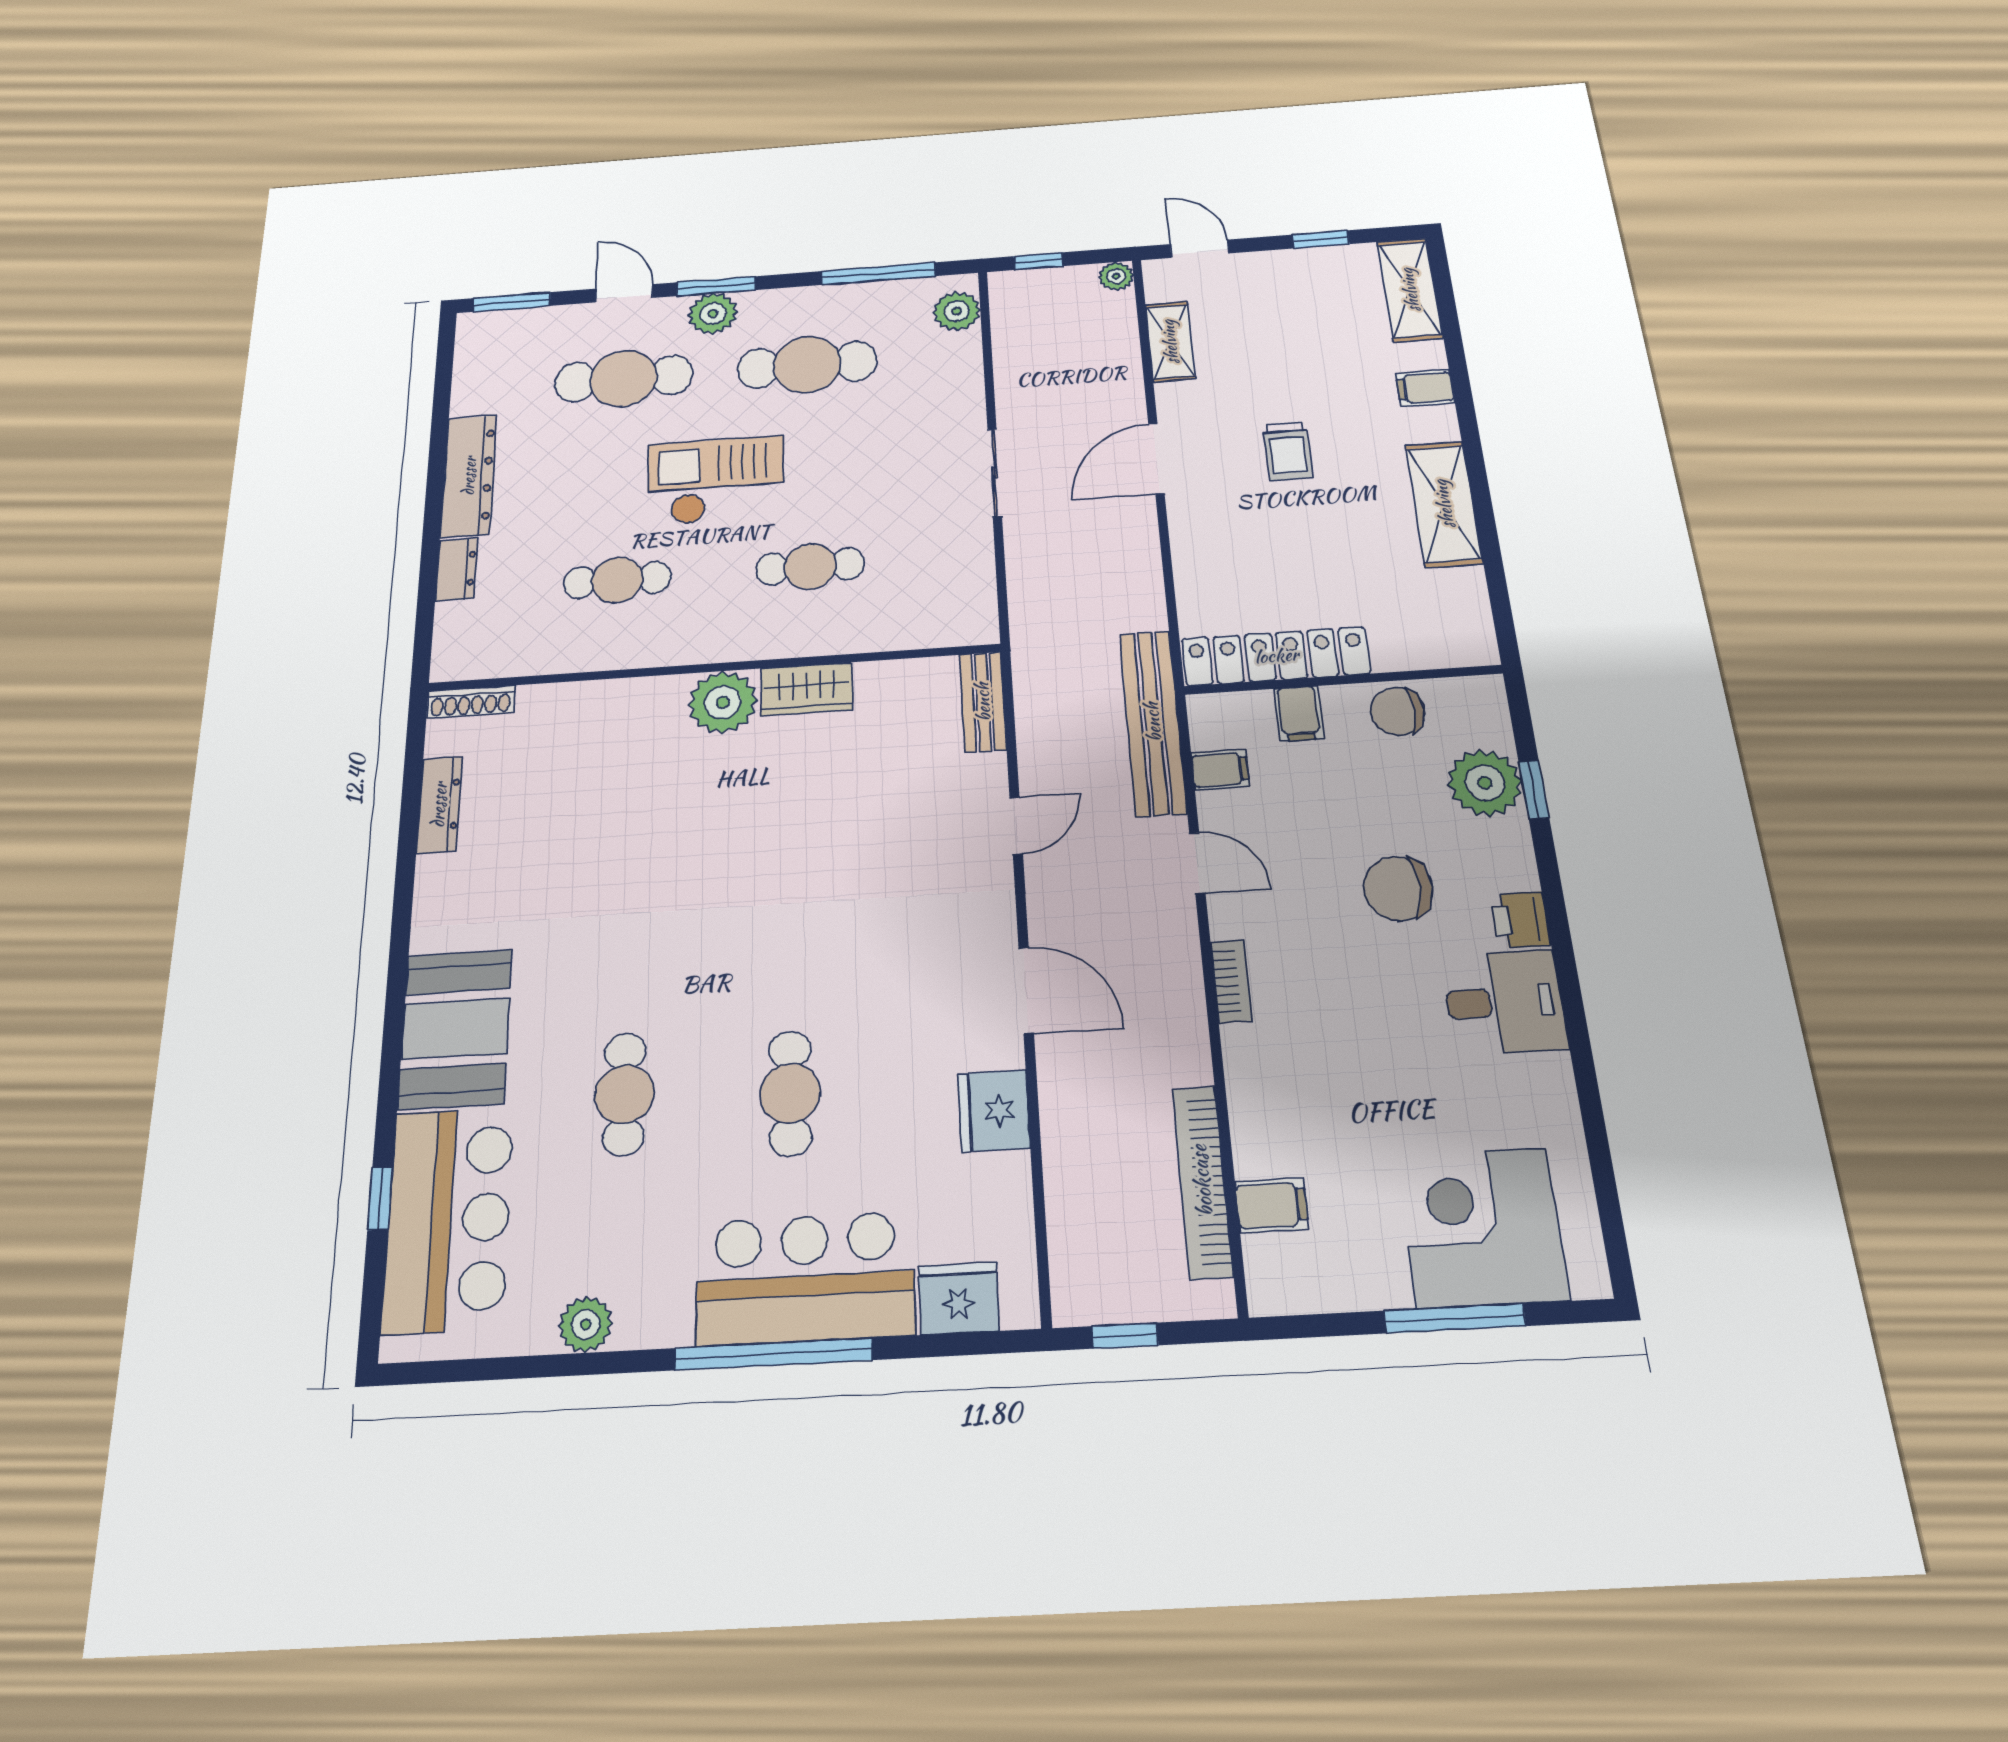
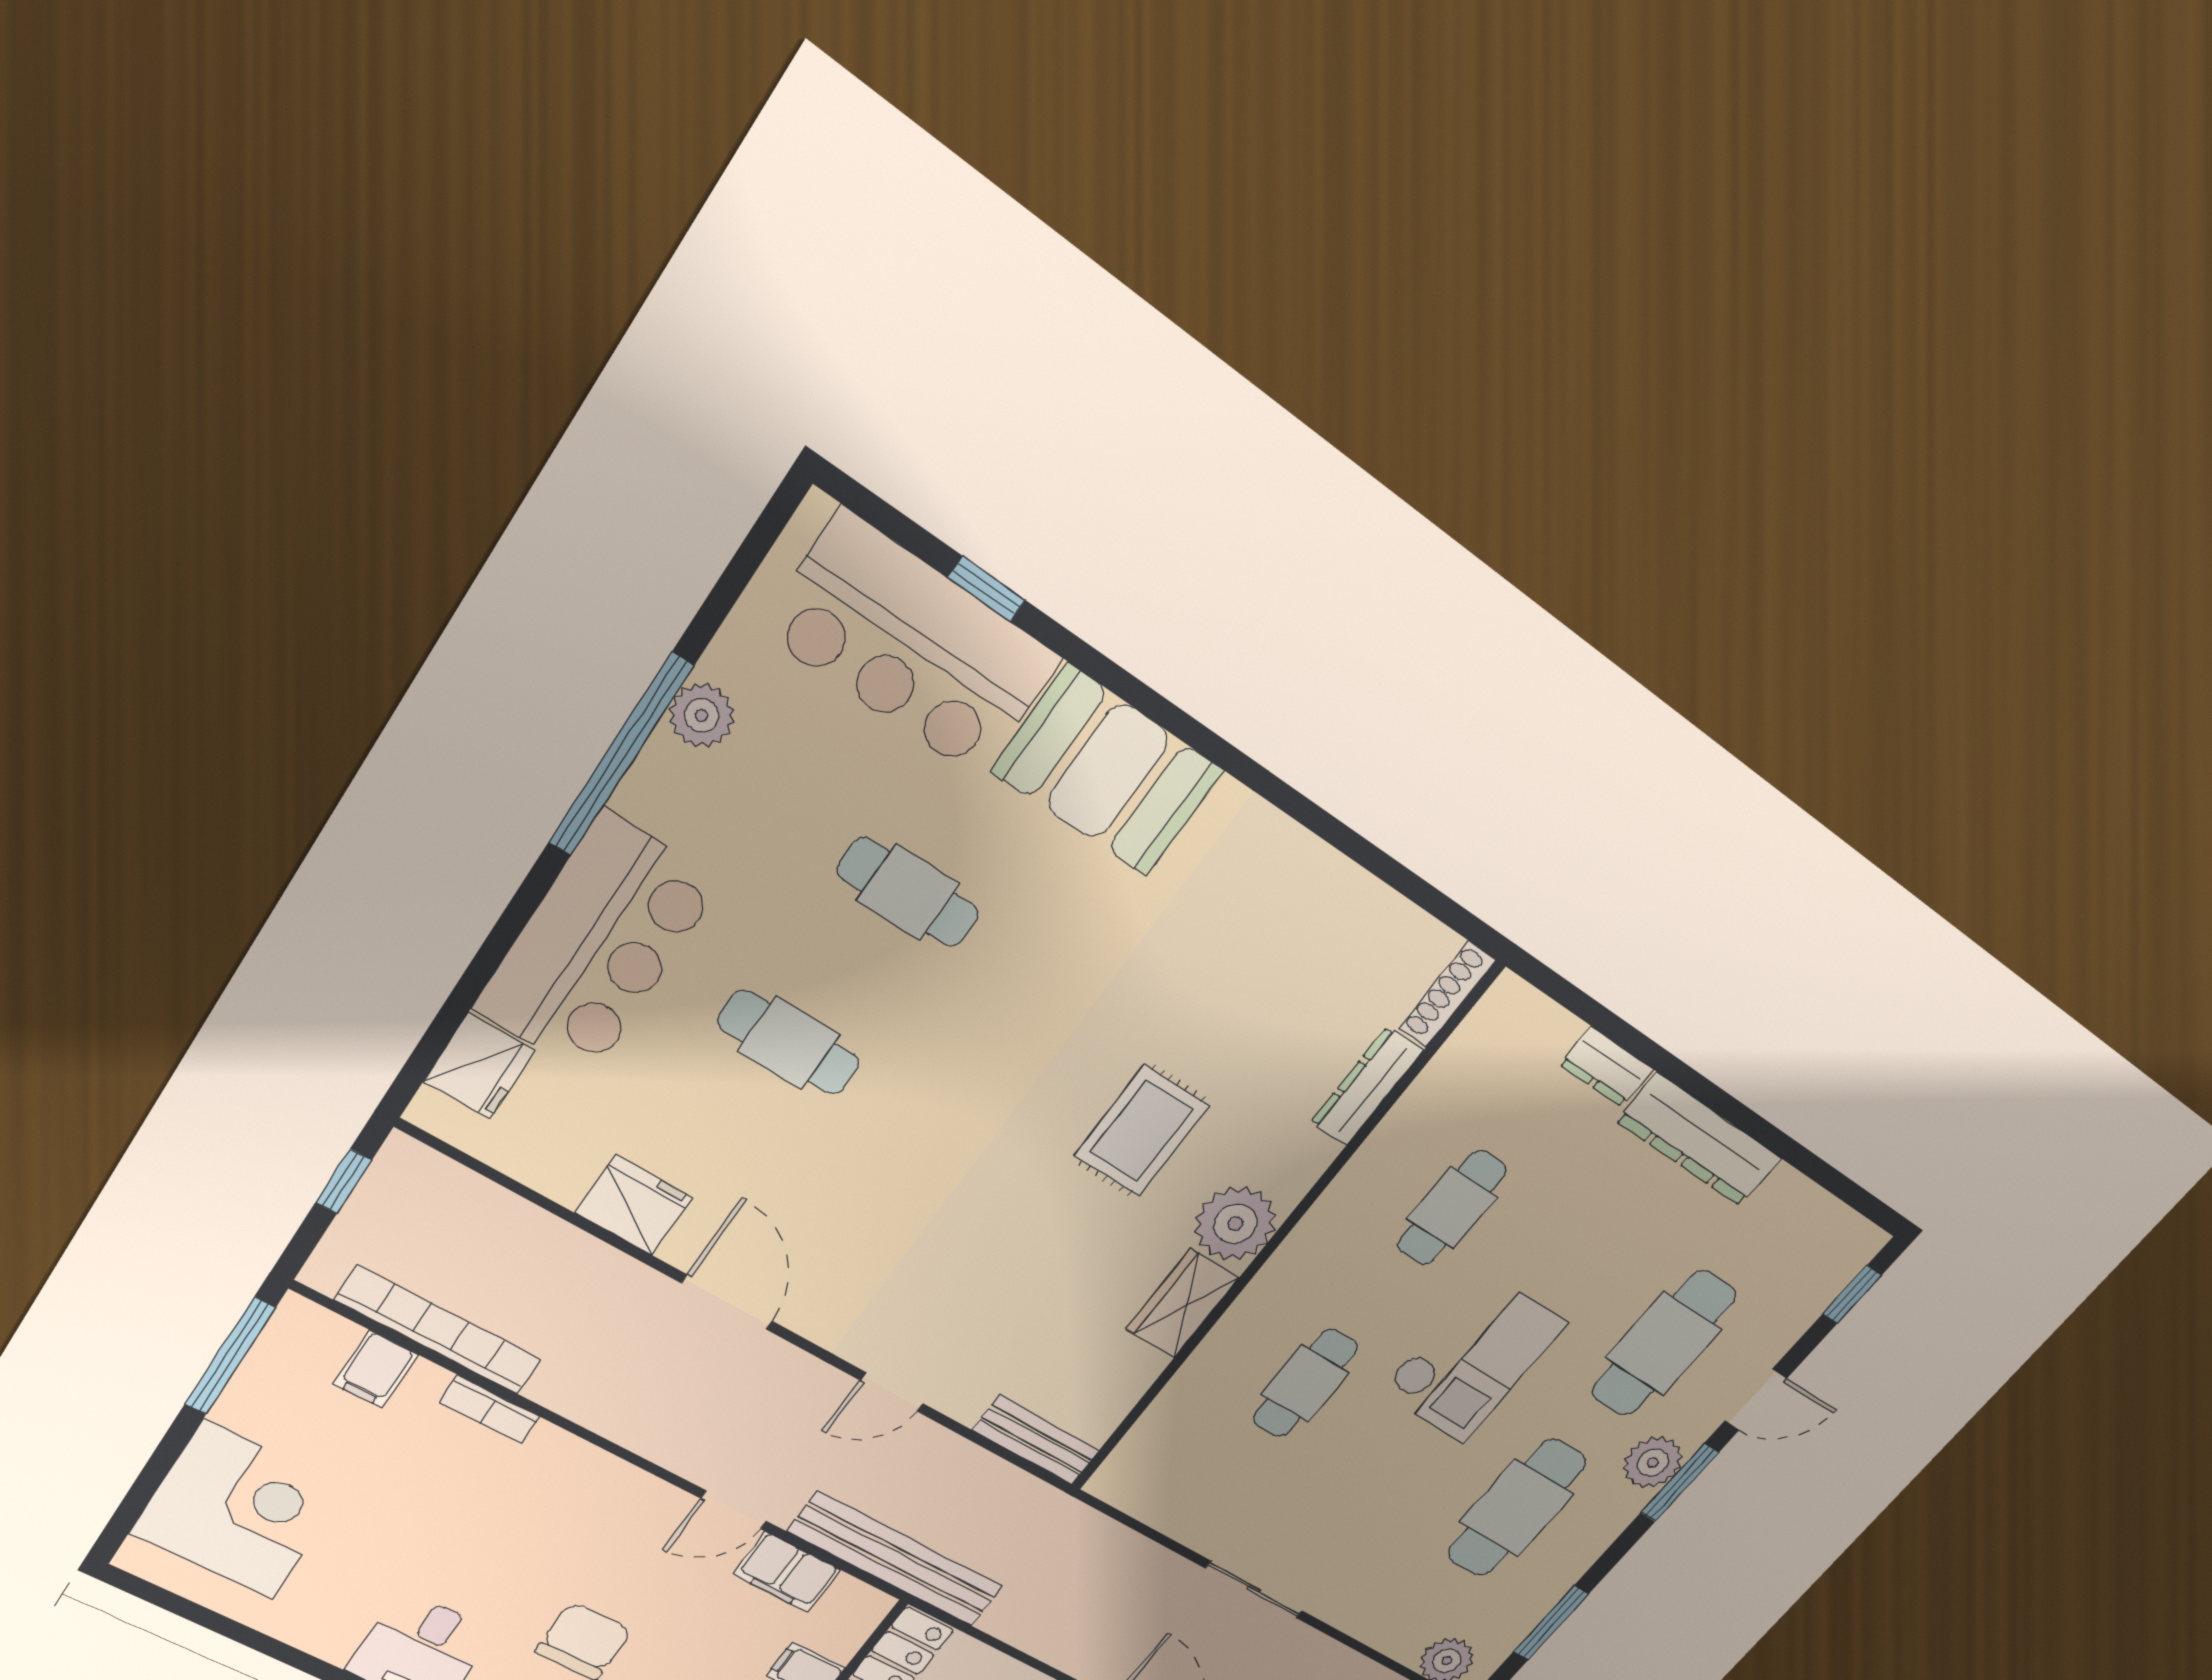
window: (878, 274) -> (1551, 1623), width x0.69
window: (512, 302) -> (1852, 1294), width x0.67
filing cabinet: (1220, 770) -> (787, 1572), width x2.00
dresser: (439, 805) -> (1367, 1087), moved, turned 90
rug: (696, 813) -> (1141, 1131), added
door: (1016, 826) -> (892, 1392), hinge flipped
bookcase: (1231, 981) -> (490, 1410), moved
door: (1026, 990) -> (727, 1302), swing flipped
window: (1455, 1318) -> (230, 1356), moved
window: (773, 1354) -> (620, 755), moved

